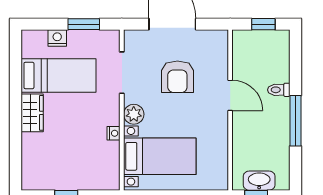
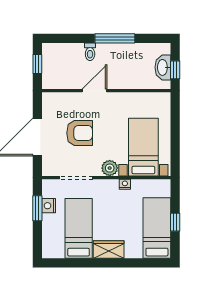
nightstand: (57, 38) -> (49, 206), moved
bed: (59, 173) -> (157, 228), added

